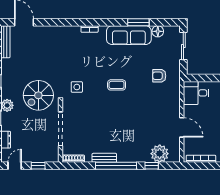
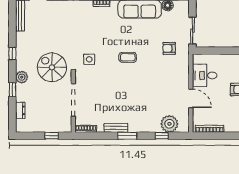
sliding door: (183, 46) -> (192, 31), moved
desk: (196, 93) -> (205, 75), moved
spiral stairs: (38, 95) -> (52, 67), turned 90
door: (15, 166) -> (29, 136), removed
window: (116, 166) -> (127, 136), width x0.47

